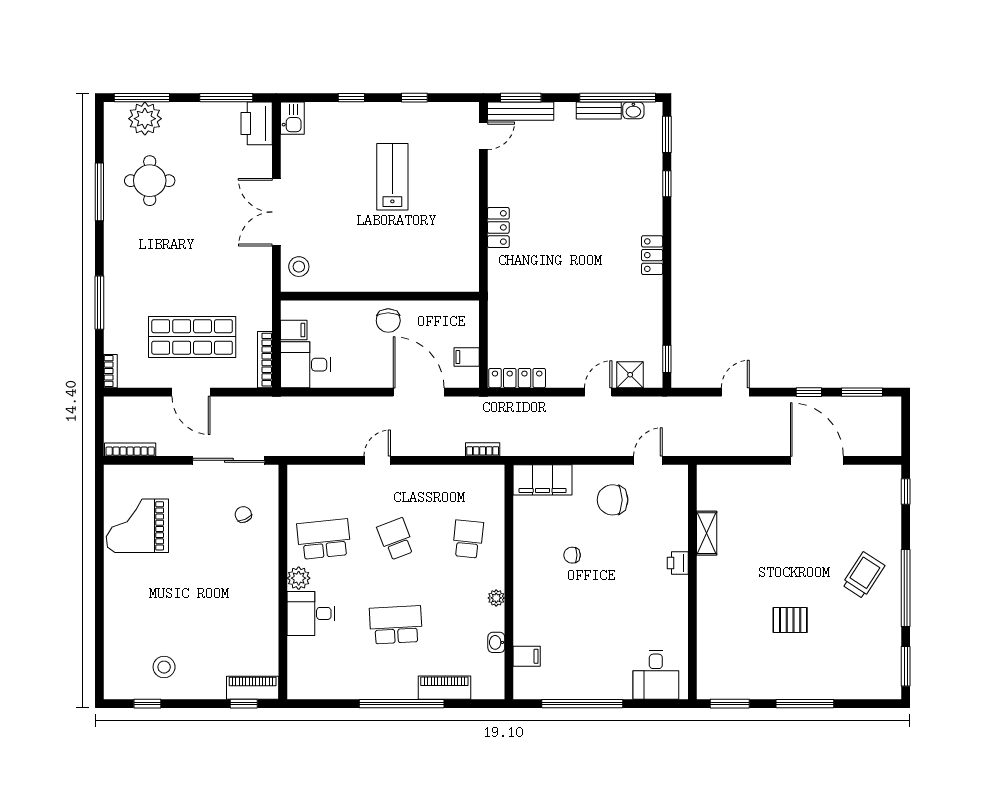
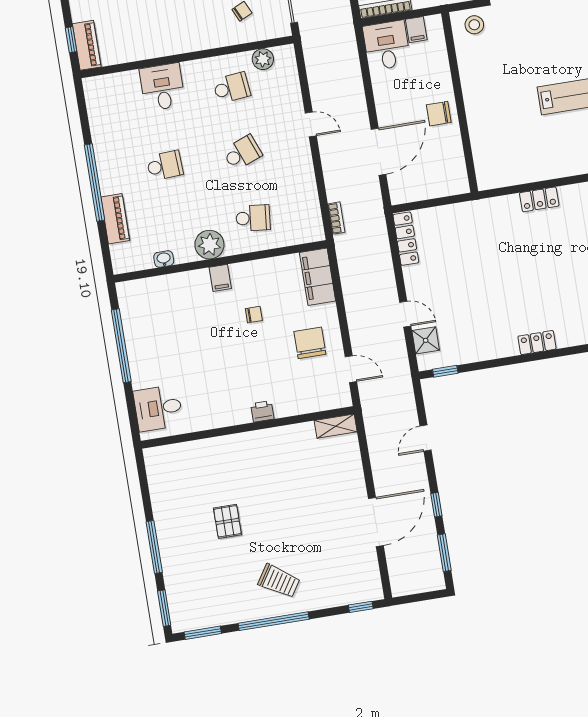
filing cabinet: (467, 357) -> (417, 190), removed
door: (735, 392) -> (425, 438), swing flipped
shelving: (707, 533) -> (336, 426), moved
school desk: (324, 539) -> (232, 88), width x0.54
chair: (572, 555) -> (254, 315), turned 90
plant: (299, 578) -> (263, 59), moved
plant: (496, 598) -> (209, 245), width x1.87, depth x1.87
school desk: (396, 625) -> (165, 166), width x0.54
filing cabinet: (527, 656) -> (220, 278), moved
window: (730, 704) -> (164, 608), moved

